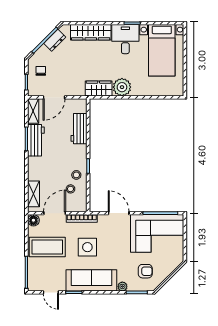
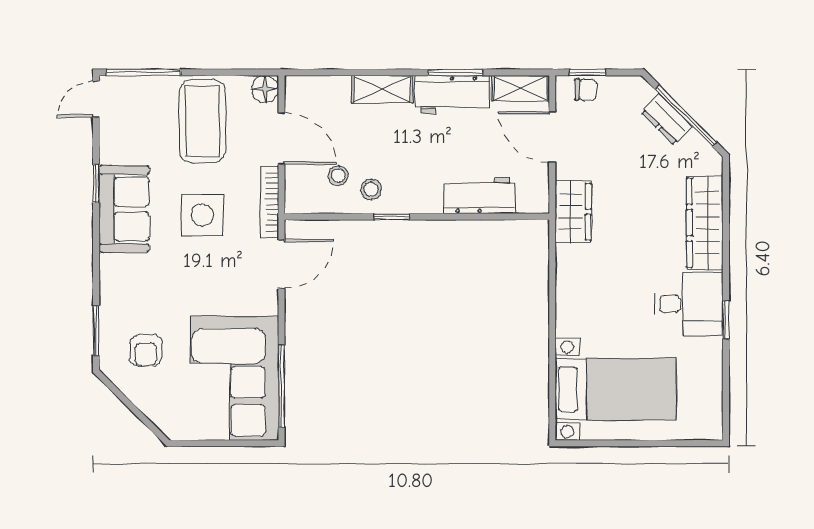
dresser: (55, 40) -> (667, 119), moved
bed with nightstands: (162, 50) -> (616, 389), moved, turned 180
chair: (41, 71) -> (586, 90), moved
plant: (122, 87) -> (576, 296), removed
wardrobe: (99, 88) -> (573, 212), moved
shelving: (34, 194) -> (382, 89), moved
door: (119, 213) -> (281, 264), moved
sofa: (91, 280) -> (124, 209), width x0.73
plant: (122, 286) -> (110, 297), removed
door: (51, 292) -> (96, 99), moved

